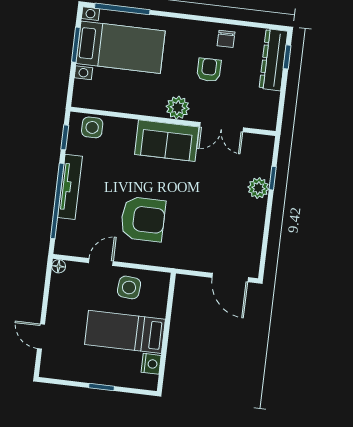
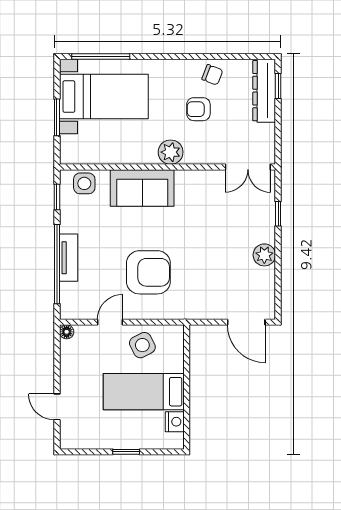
chair: (226, 39) -> (212, 75), turned -69
window: (76, 45) -> (57, 117), moved
armchair: (209, 70) -> (198, 109), turned -90
double door: (221, 127) -> (248, 167), moved
sofa: (167, 141) -> (142, 188), moved
tv unit: (70, 187) -> (69, 258), width x0.71
plant: (258, 188) -> (264, 255), moved
side table: (129, 287) -> (142, 345), turned -32

